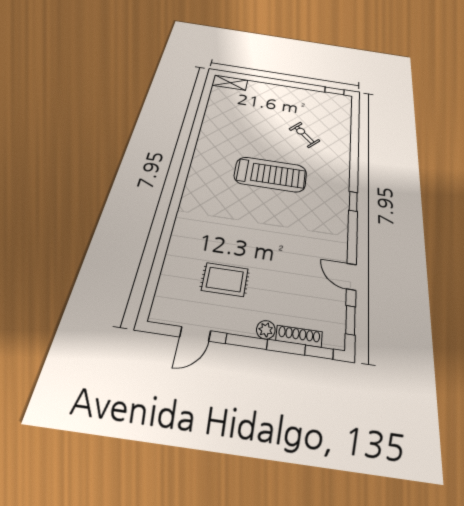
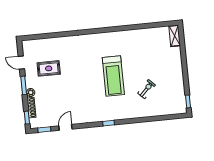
rug: (225, 279) -> (49, 68), turned 90

